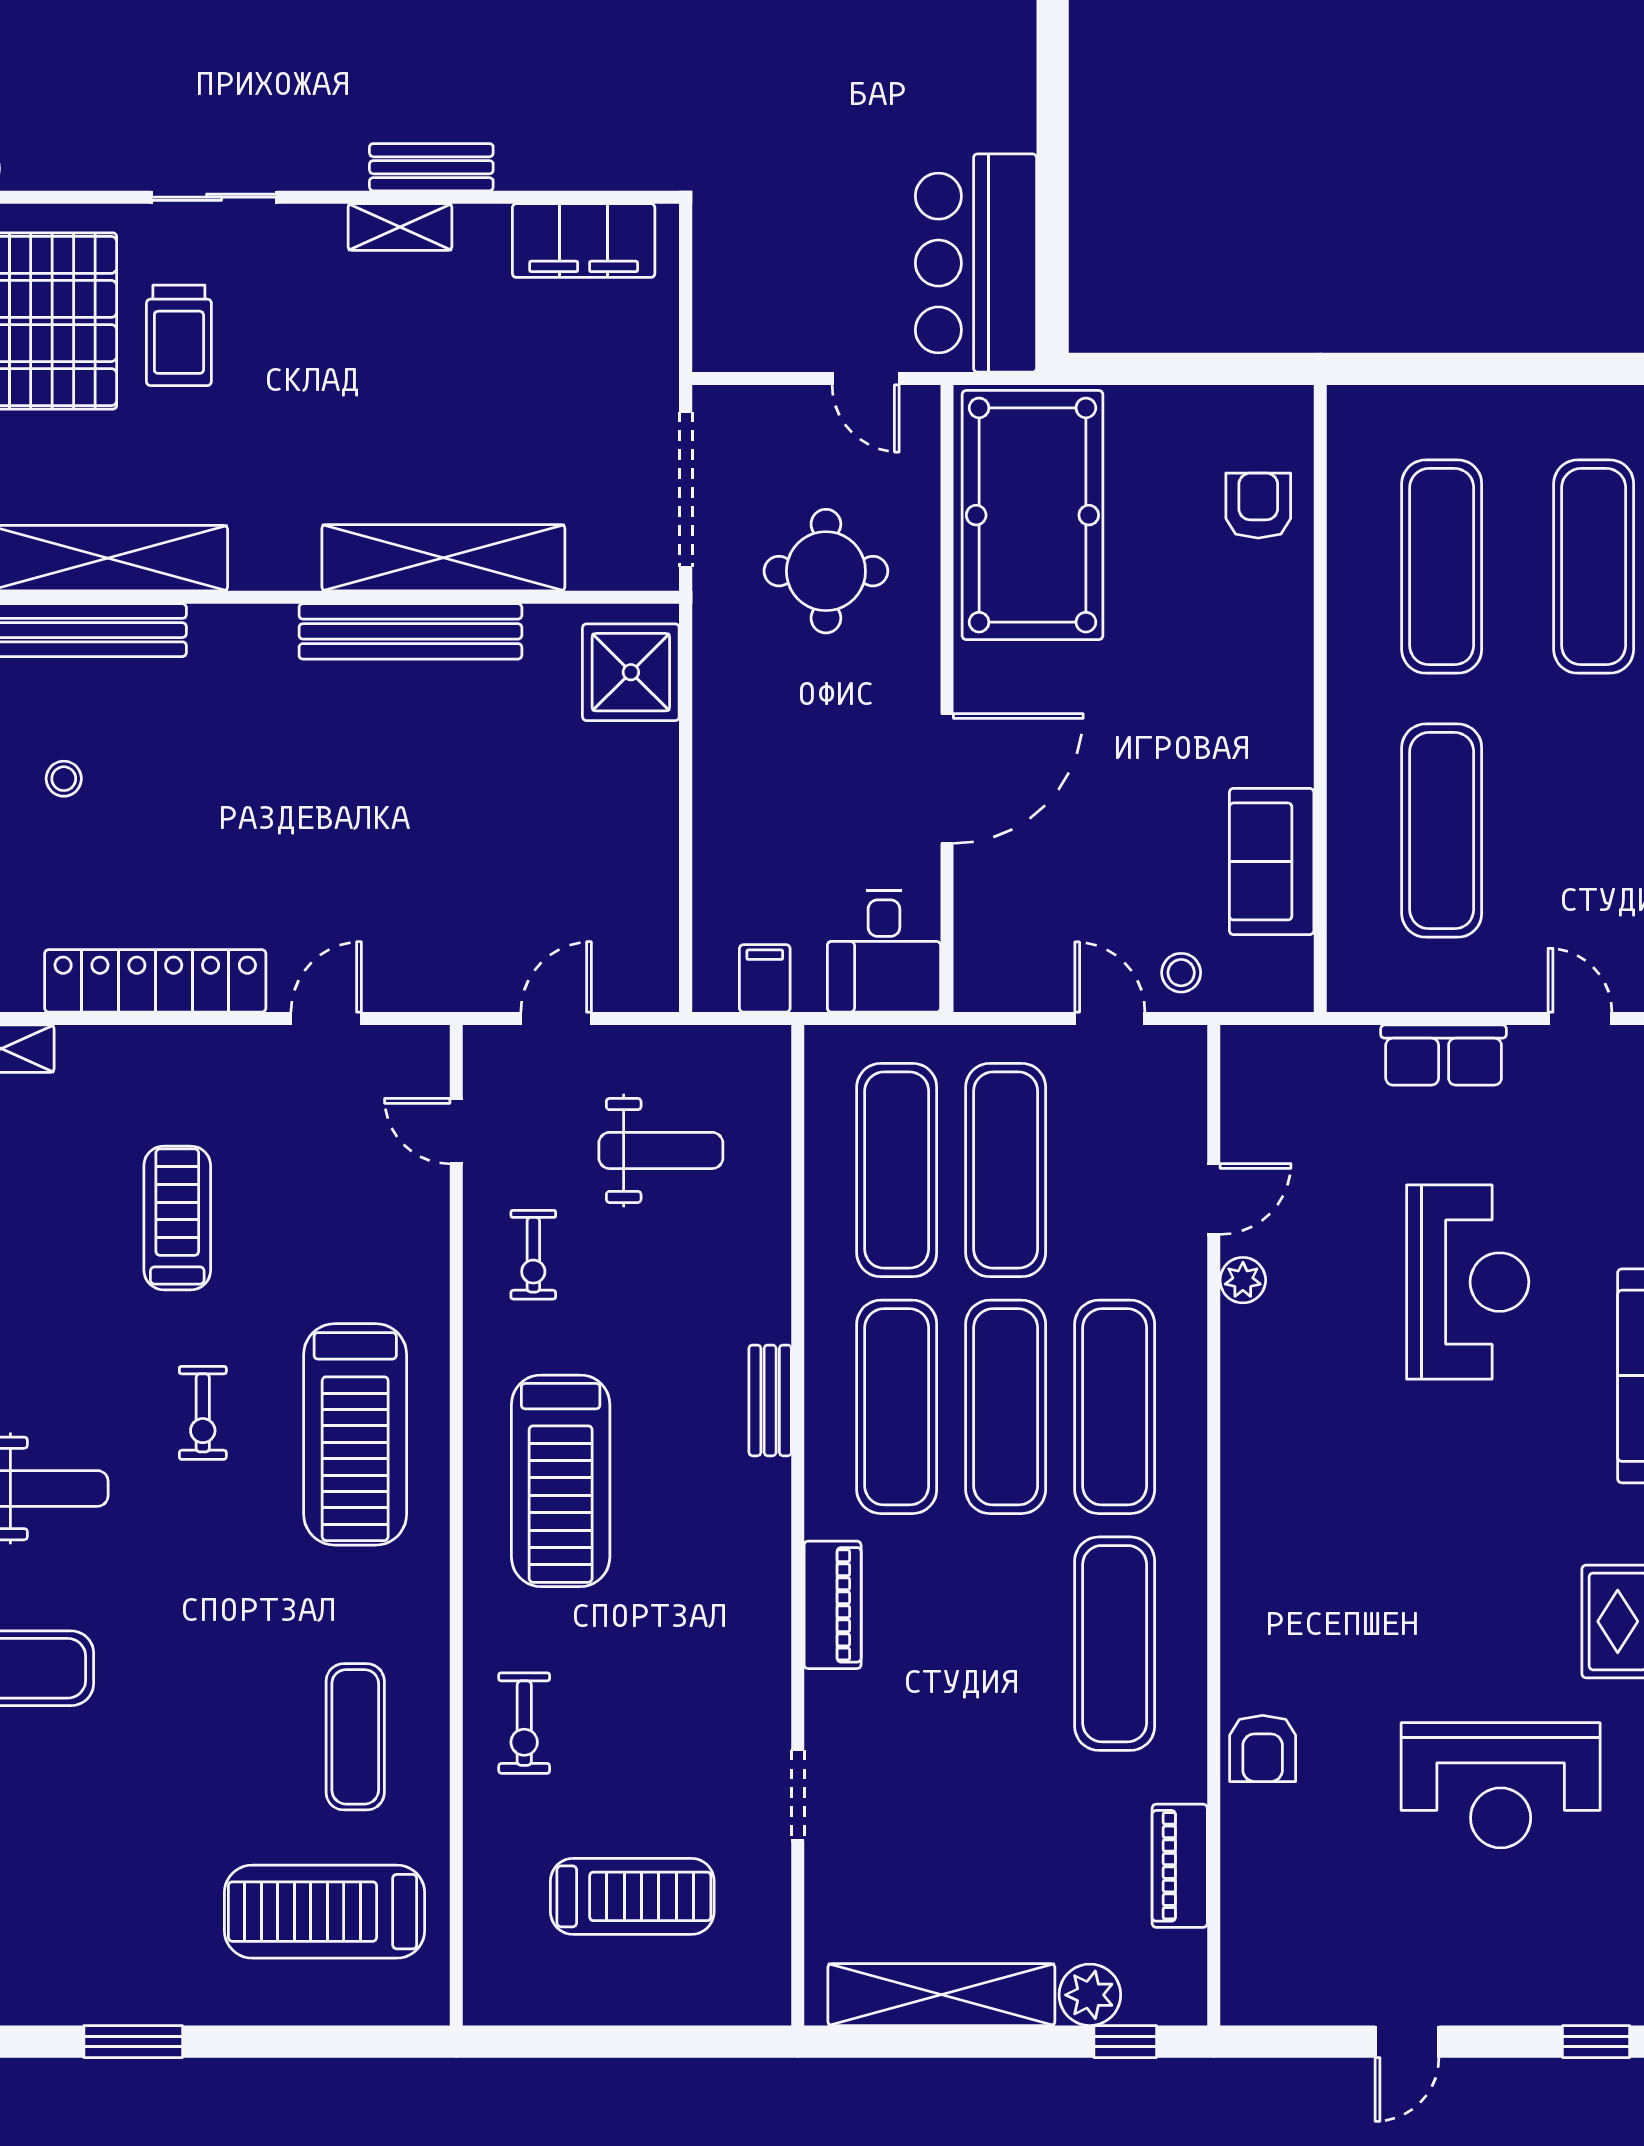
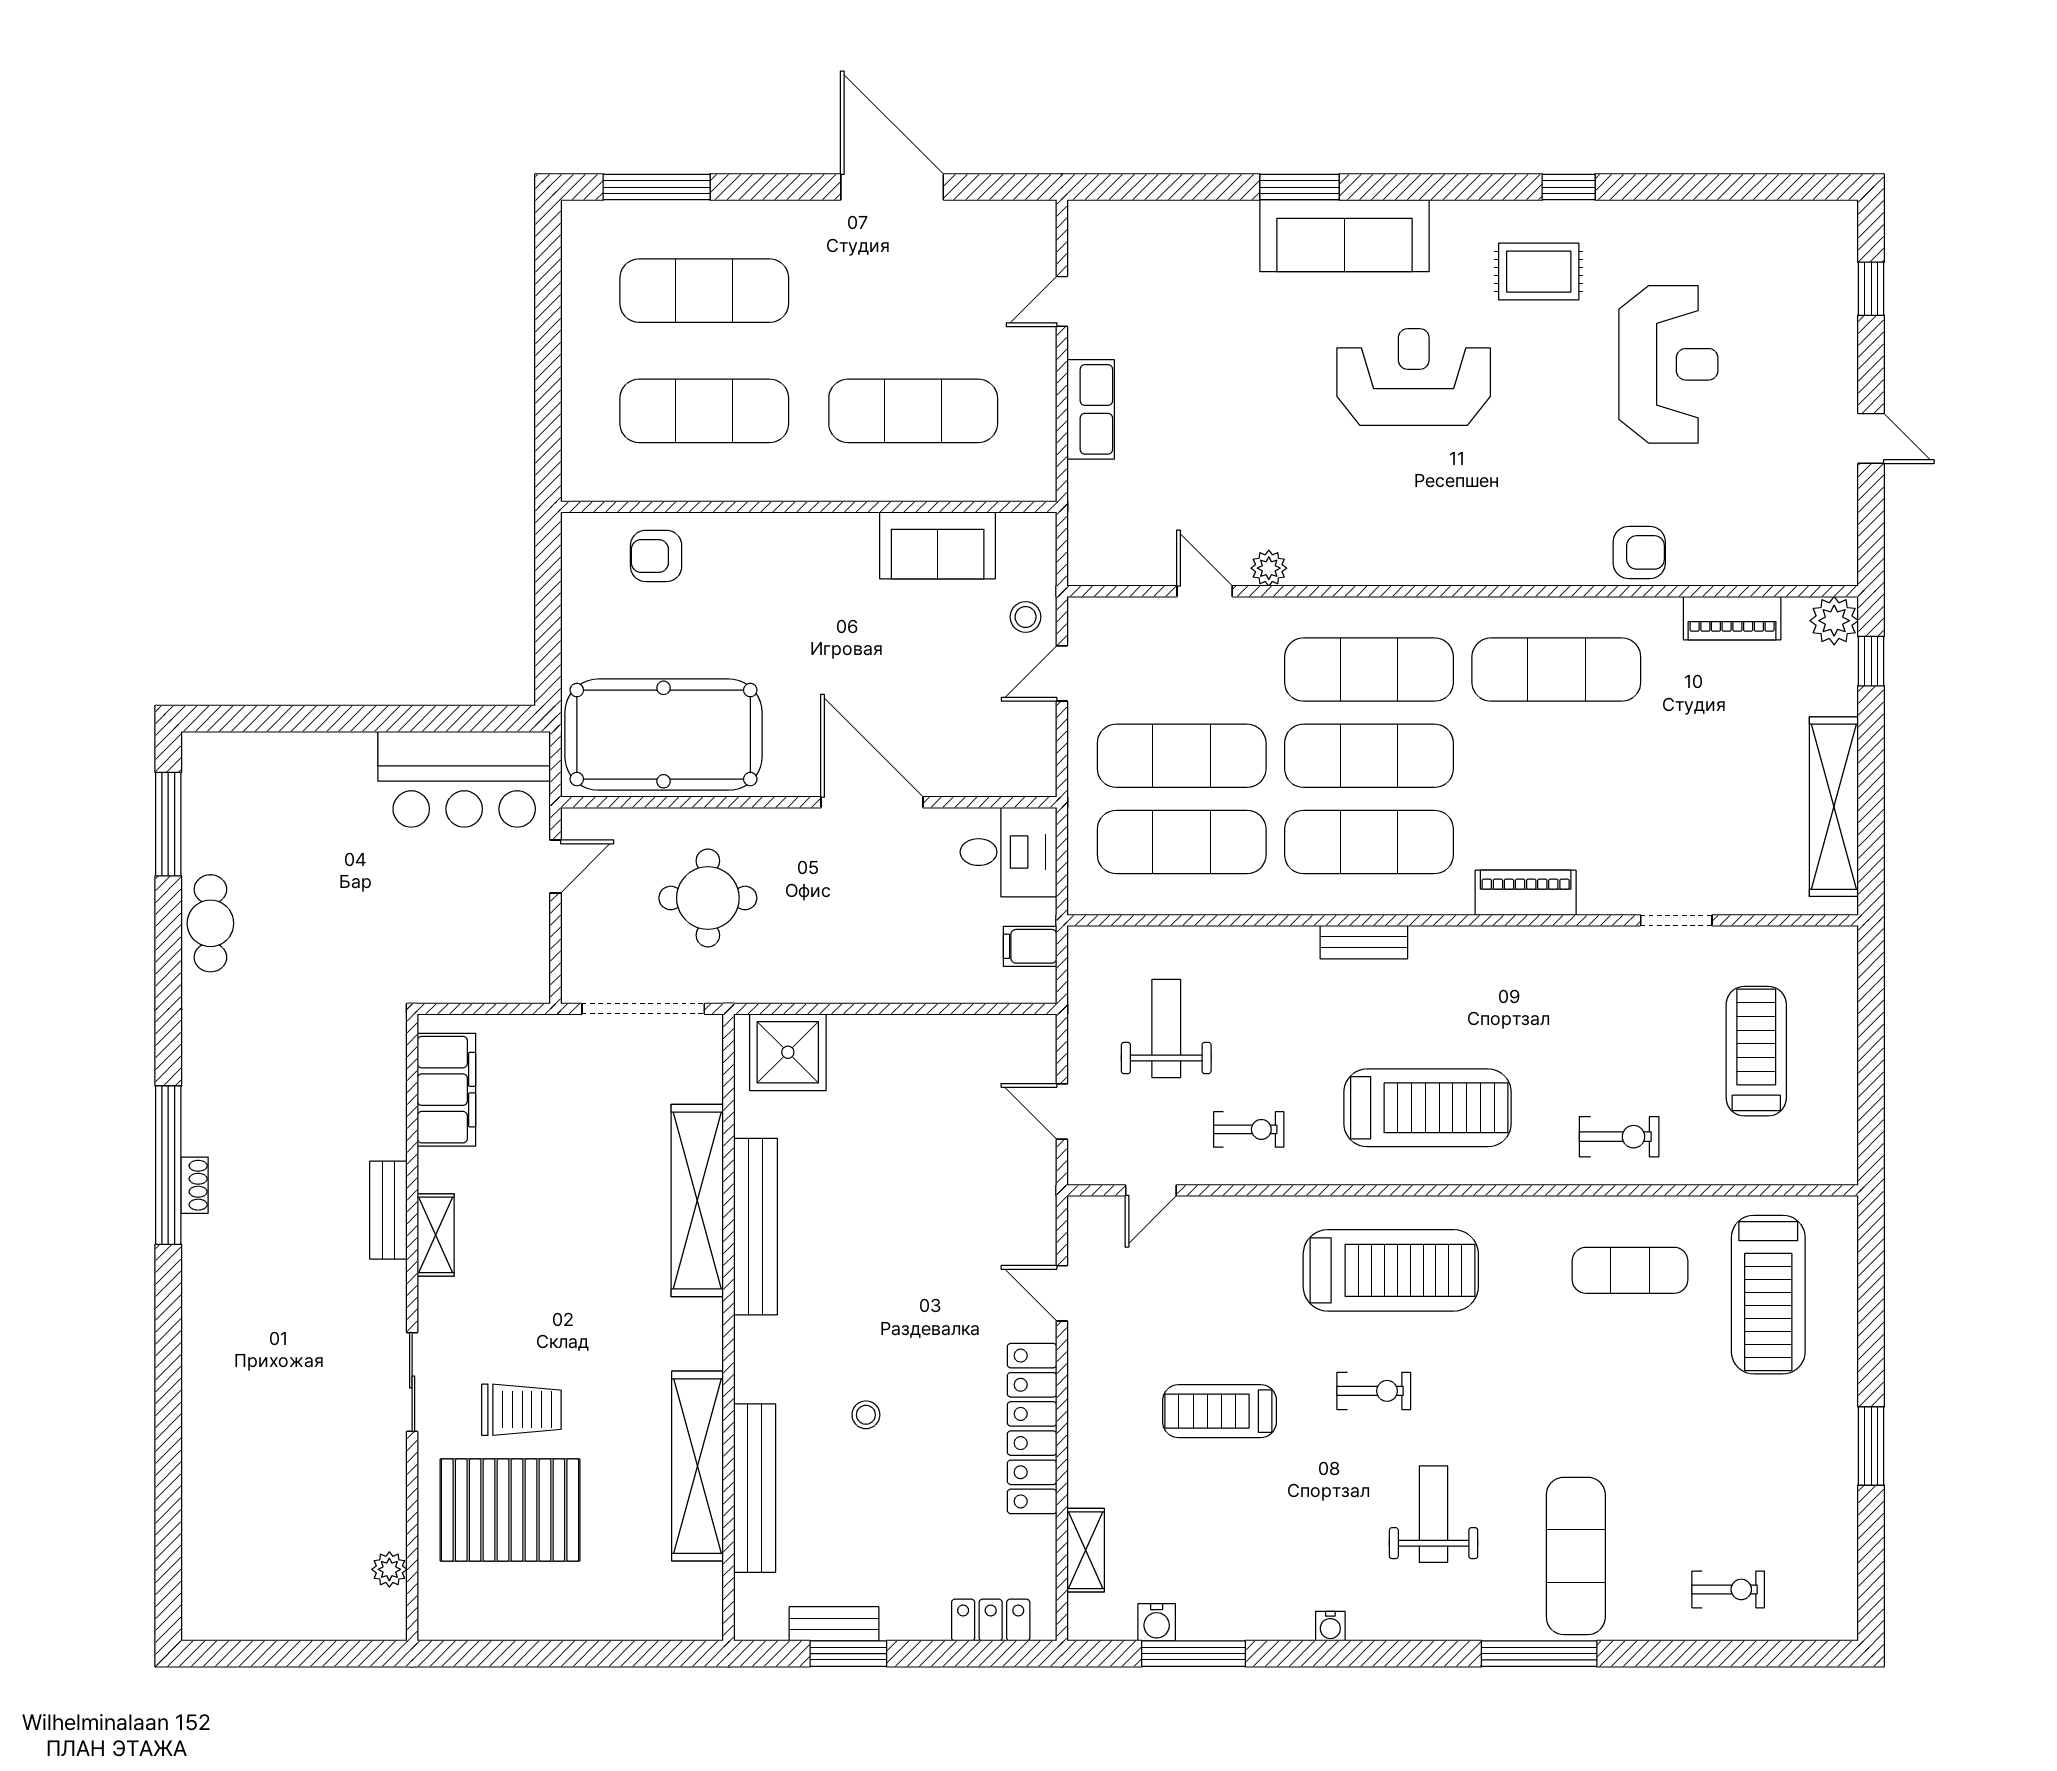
stool: (64, 779) -> (866, 1415), moved
reception desk: (1468, 1282) -> (1414, 377), moved
plant: (1090, 1995) -> (1834, 621), moved

